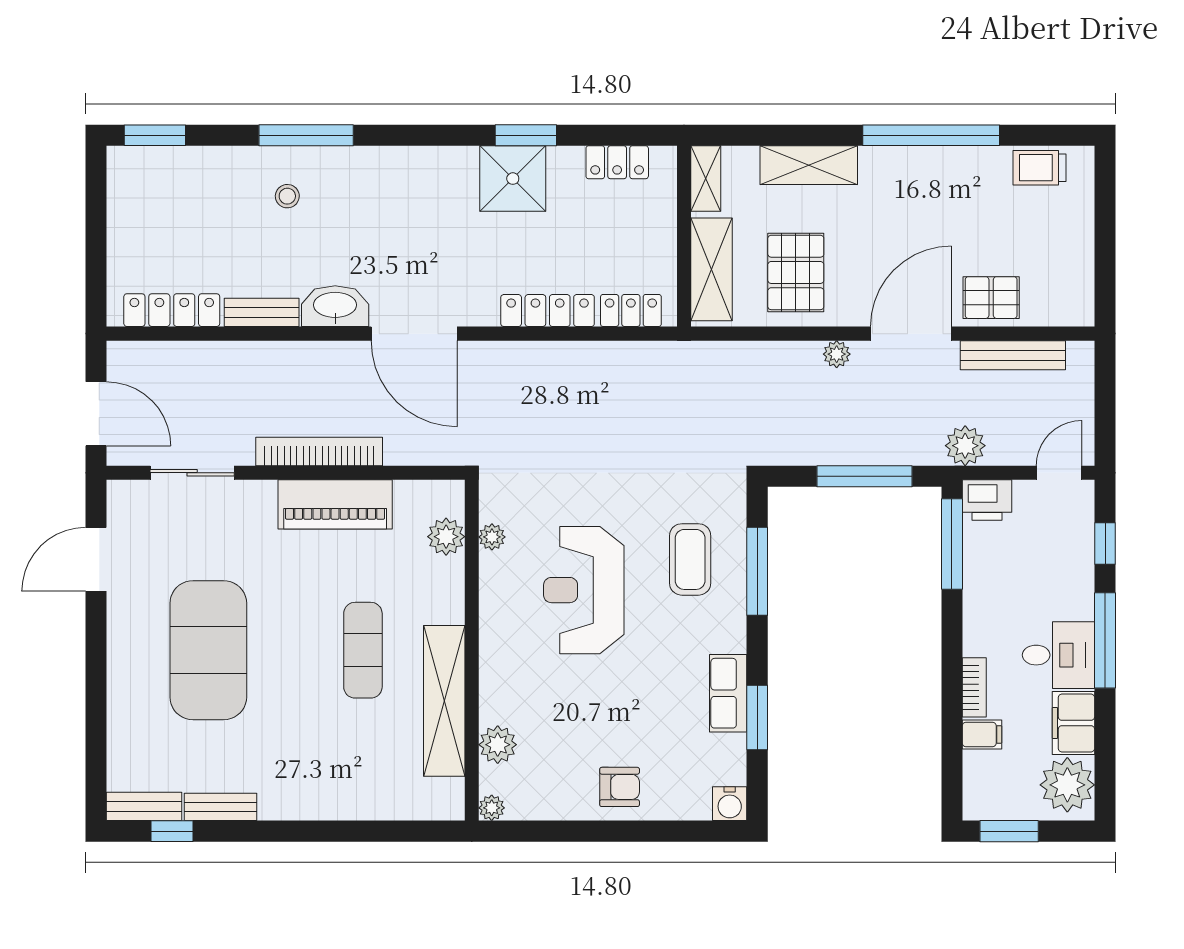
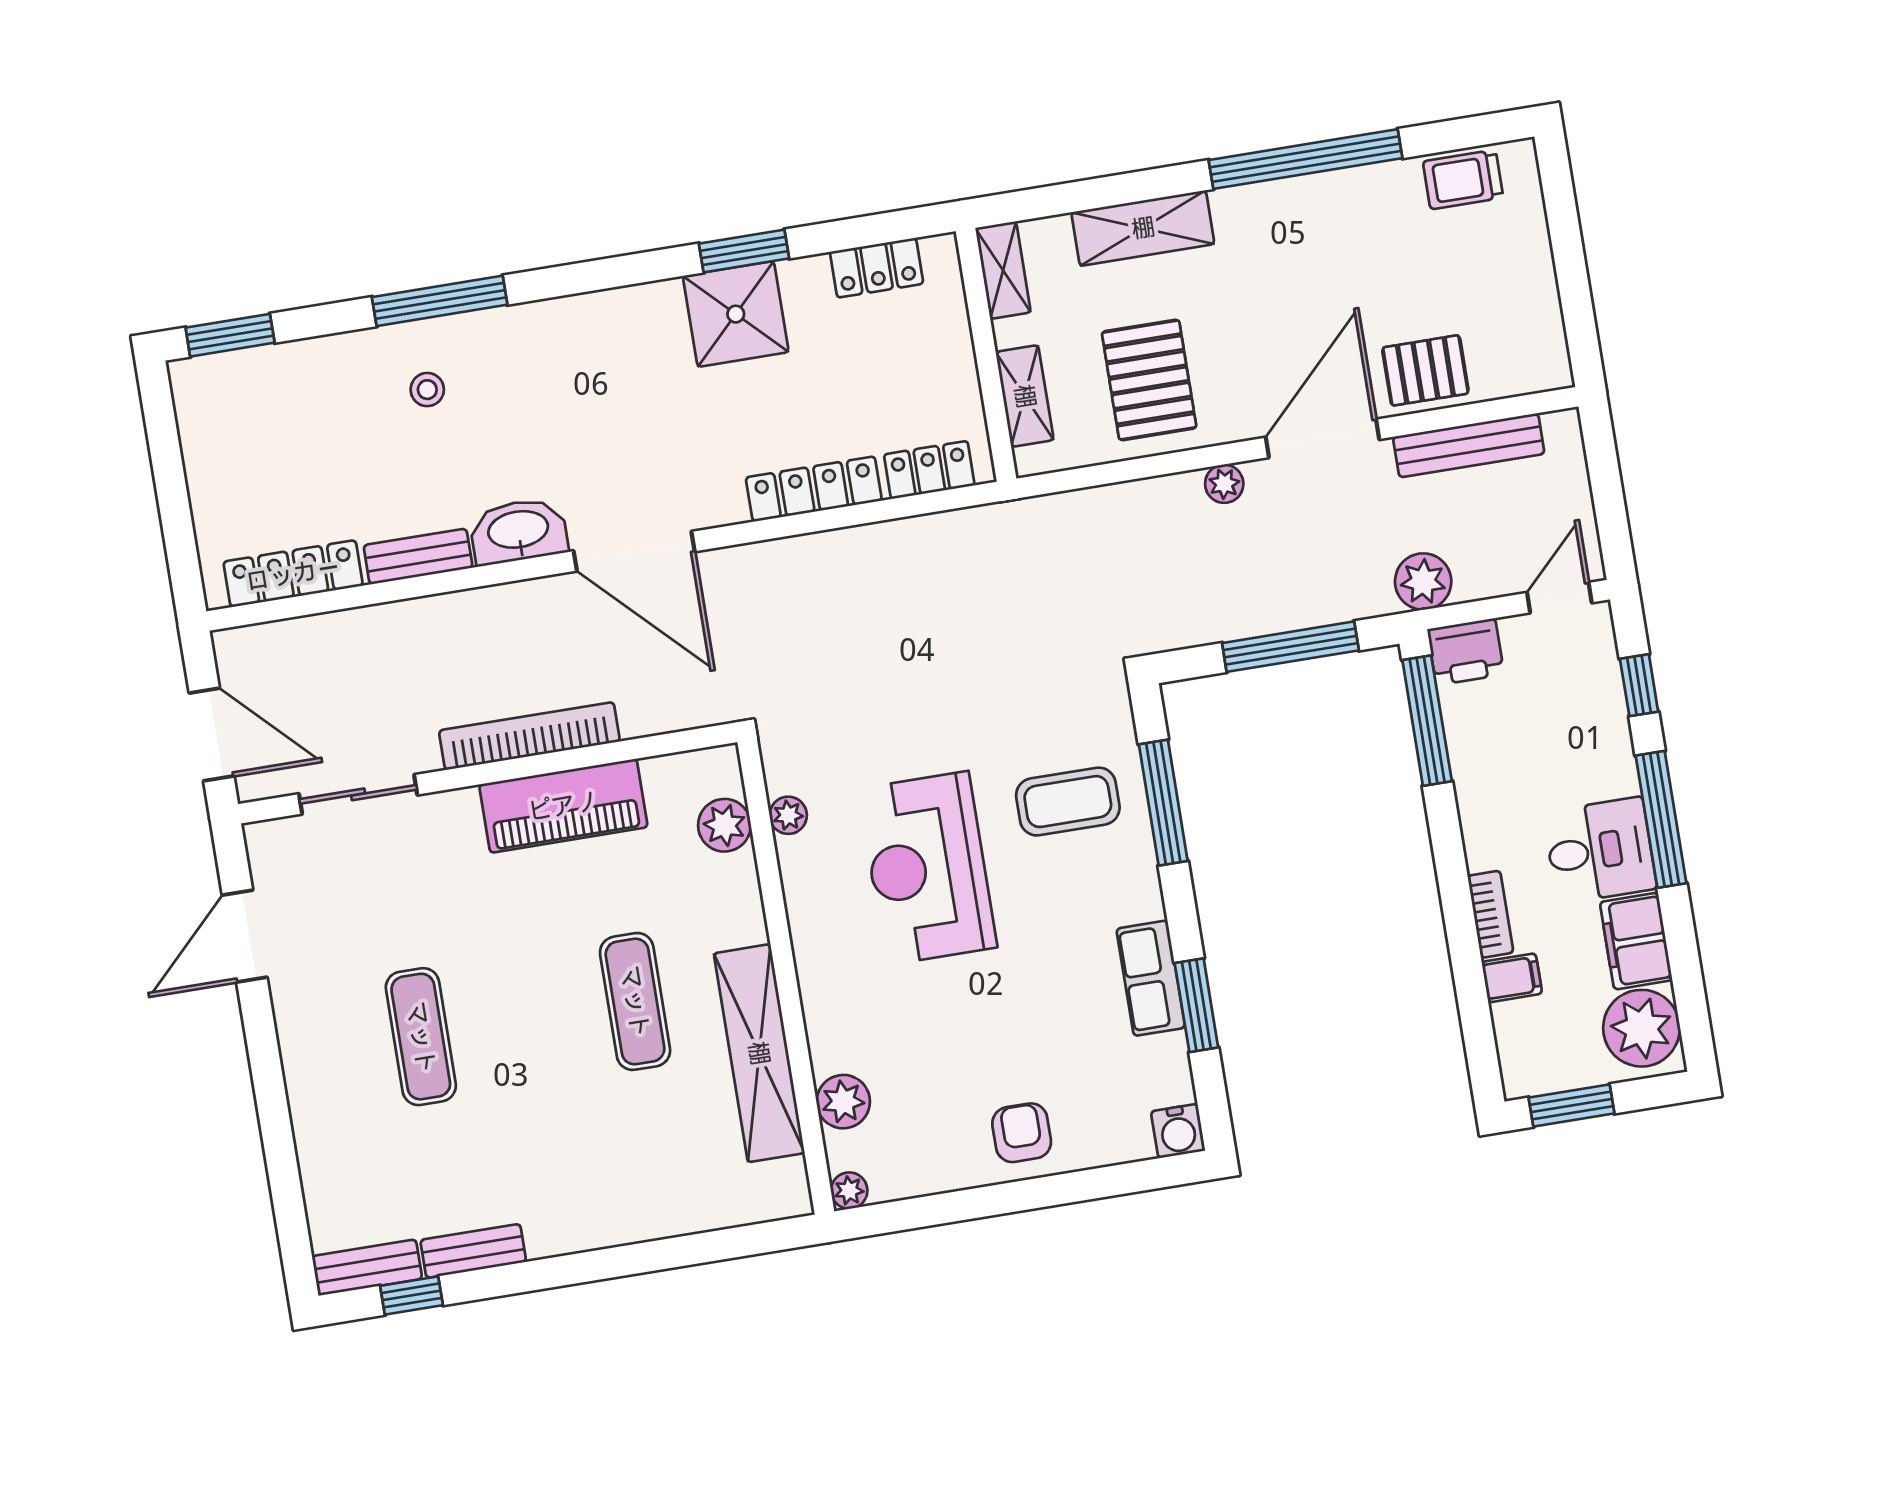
shelving: (712, 269) -> (1025, 396), width x0.67, depth x0.75
coffee table: (690, 559) -> (1068, 802), turned 90
exercise mat: (208, 650) -> (421, 1037), width x0.50, depth x0.69
armchair: (620, 787) -> (1022, 1133), turned -90

